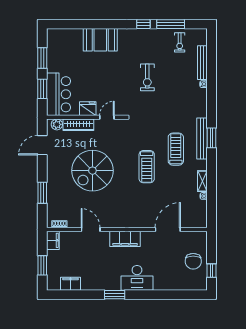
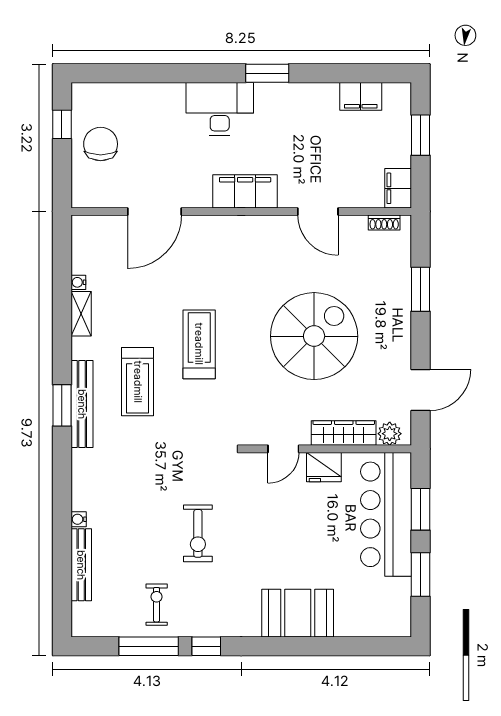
exercise bike: (180, 42) -> (157, 605), moved
exercise bike: (147, 77) -> (198, 533), turned 180
bar counter: (59, 94) -> (386, 514), width x1.36

